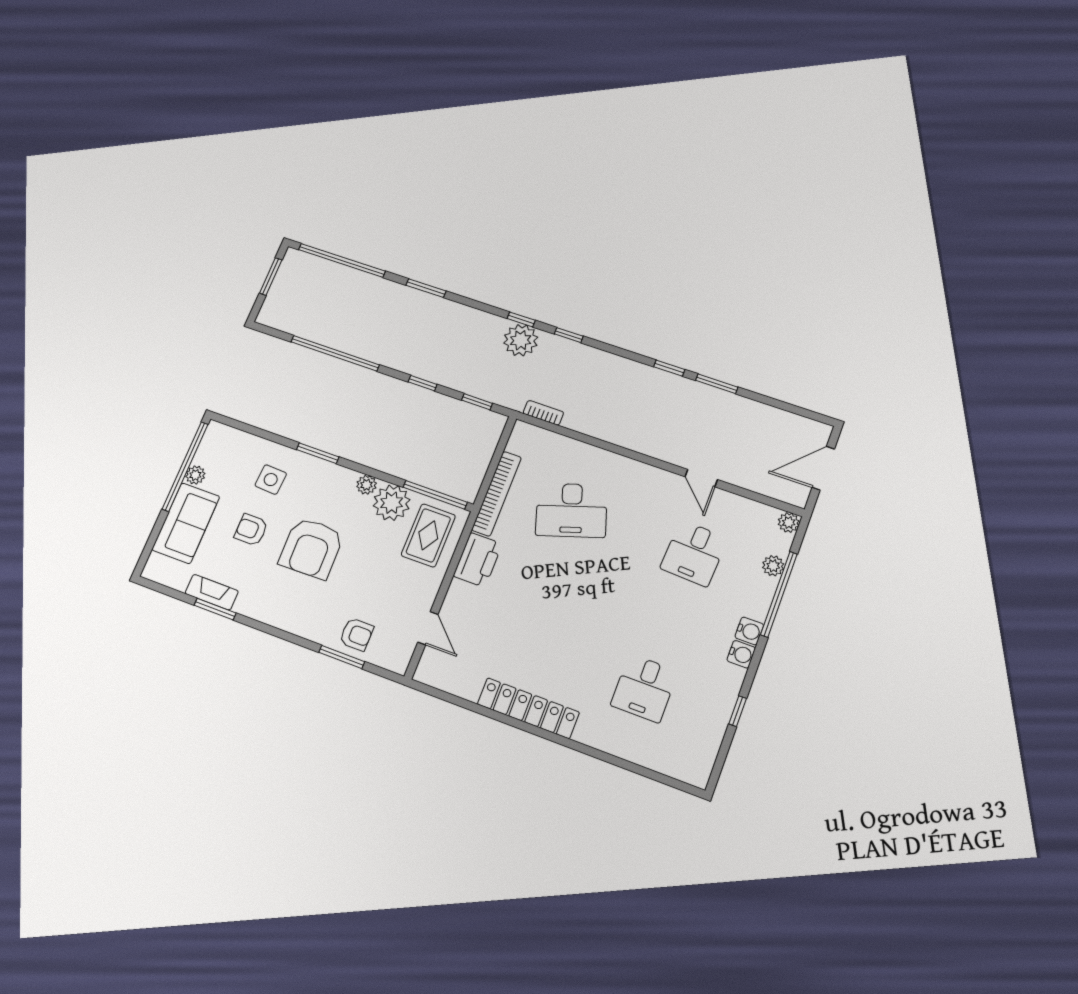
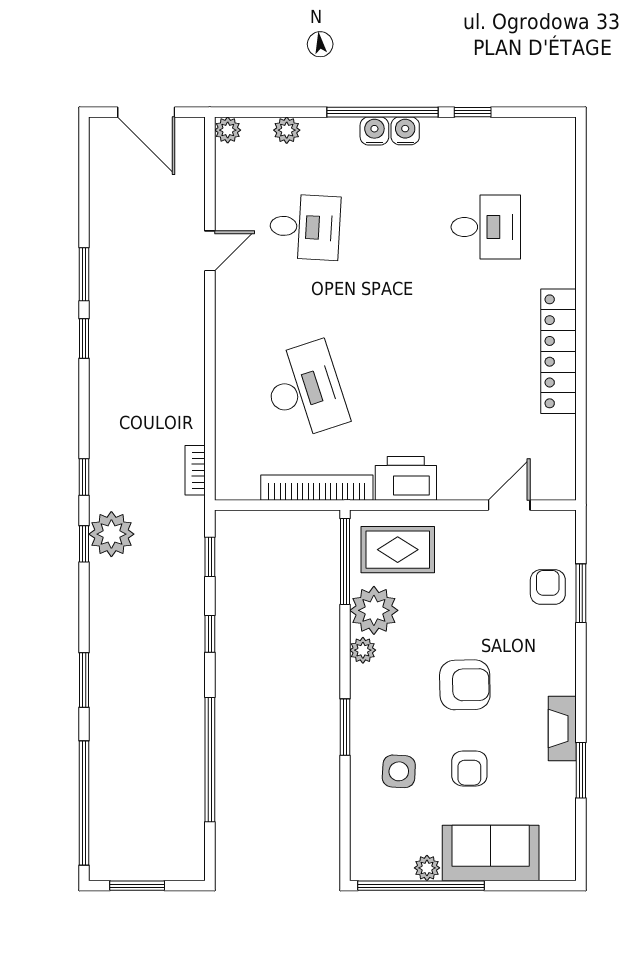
armchair: (311, 548) -> (465, 685), width x0.73, depth x0.73
fireplace: (212, 592) -> (562, 729), moved
window: (779, 594) -> (382, 112), moved

